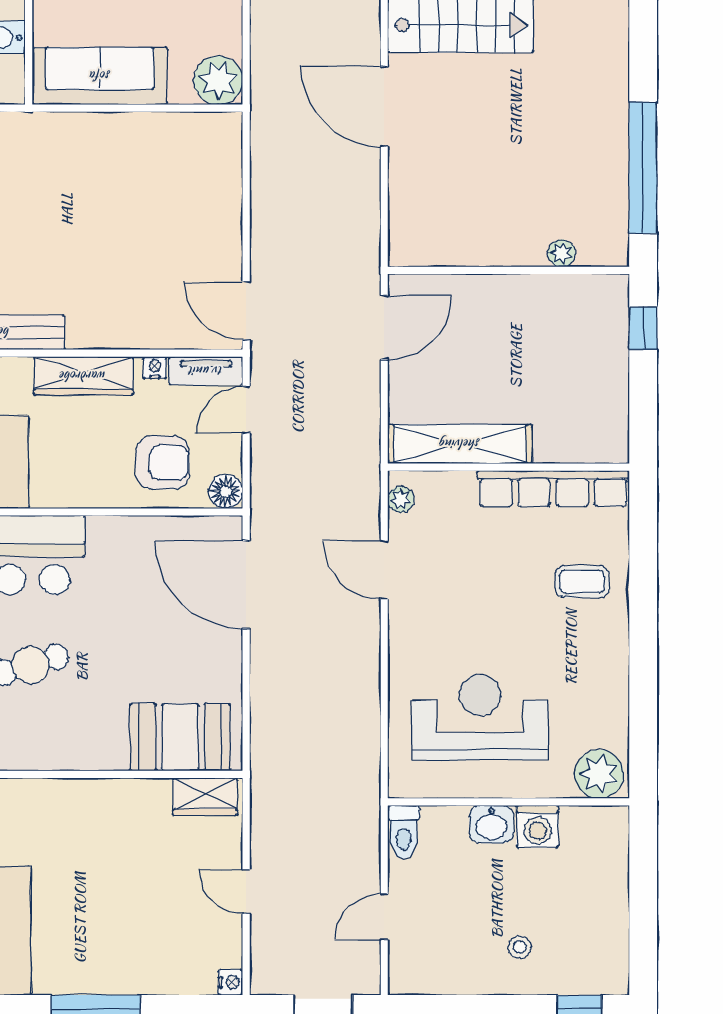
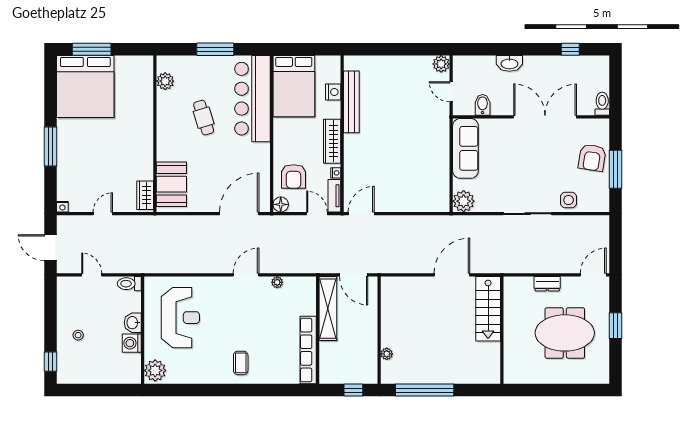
shelving: (460, 444) -> (328, 309), moved
wall: (508, 467) -> (318, 330), moved
row of seats: (553, 489) -> (308, 350), moved

